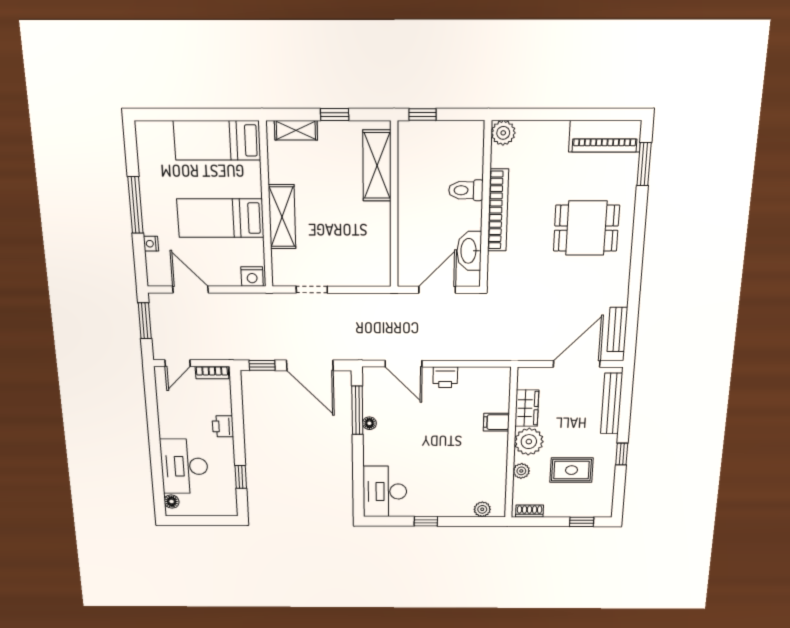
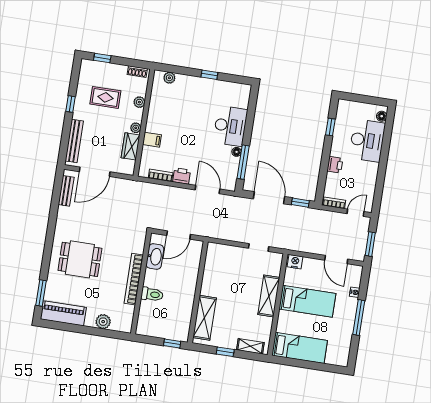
plant: (503, 133) -> (103, 322), moved
bookcase: (477, 374) -> (161, 175), added
plant: (529, 442) -> (136, 128), width x0.53, depth x0.53
desk: (385, 491) -> (230, 126), moved

